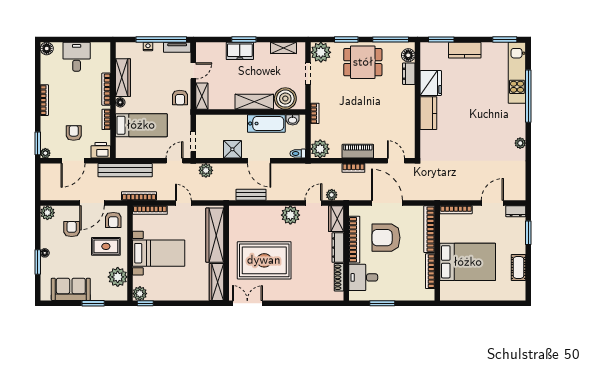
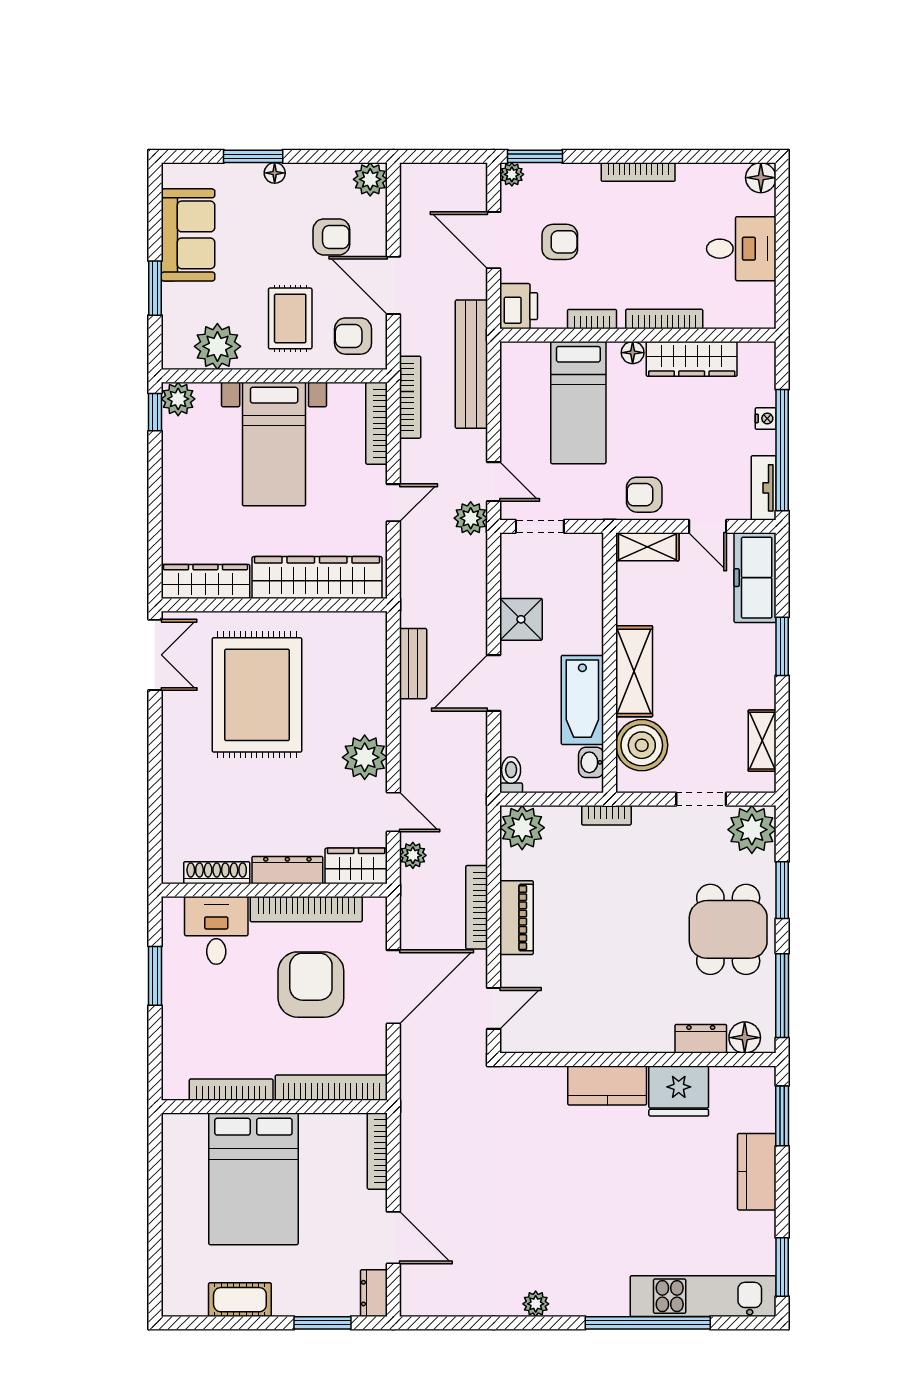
freezer: (240, 51) -> (755, 578), moved, width x1.40
bookcase: (353, 168) -> (477, 907), width x1.56
plant: (206, 170) -> (471, 518), moved

